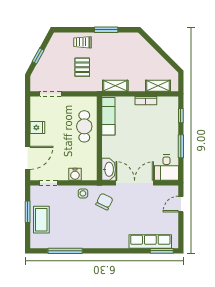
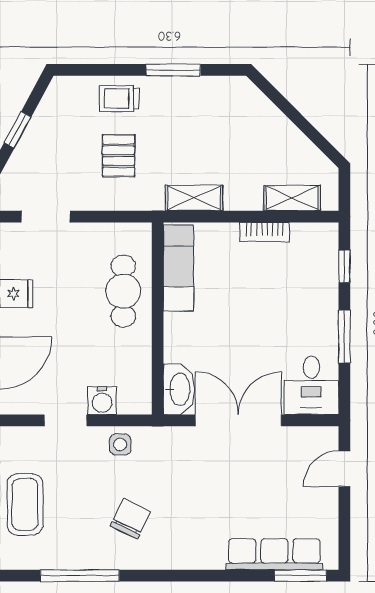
doorway: (48, 183) -> (66, 420), moved
chair: (104, 202) -> (130, 519), moved

